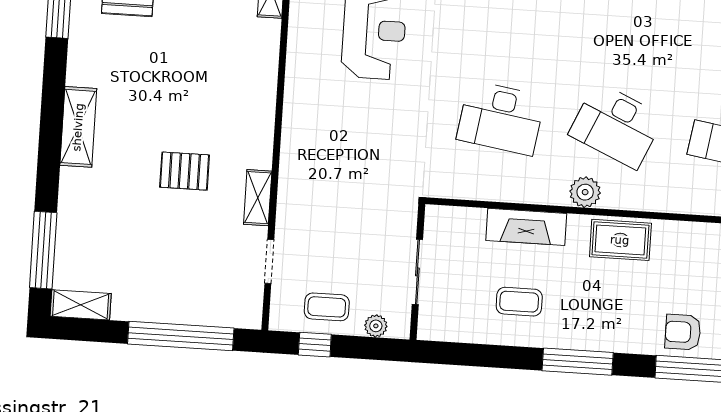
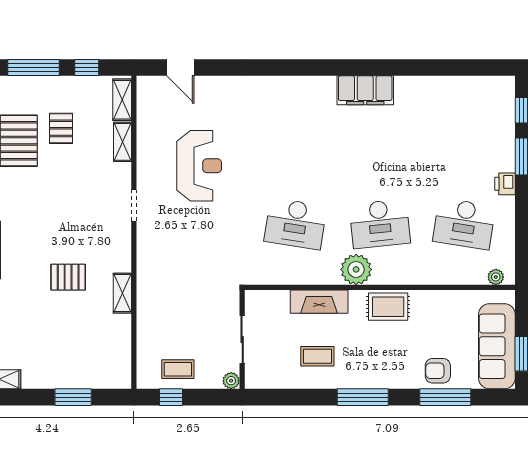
desk: (616, 125) -> (380, 224), turned -30
plant: (585, 192) -> (356, 269), width x1.36, depth x1.36
doorway: (269, 261) -> (134, 205), moved
plant: (376, 326) -> (231, 381), moved
window: (181, 336) -> (73, 397), width x0.47

